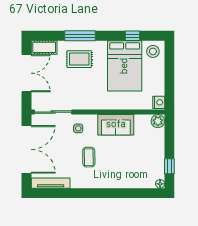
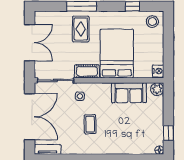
cot: (44, 47) -> (87, 71), moved
rug: (79, 59) -> (81, 29), turned 90
bed: (125, 66) -> (117, 54), moved, turned 180
sofa: (116, 125) -> (129, 93), moved
tv unit: (51, 183) -> (48, 149), width x0.71

